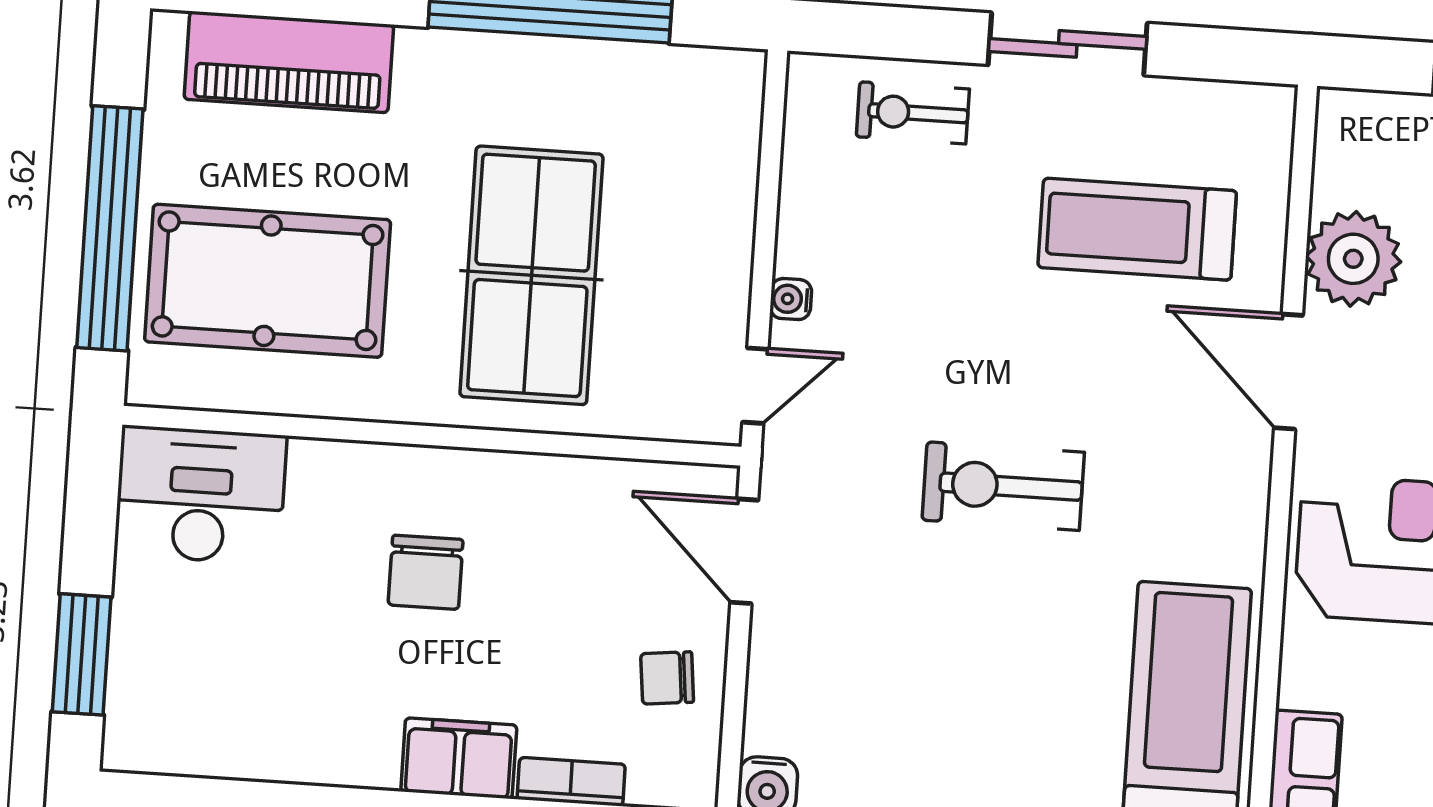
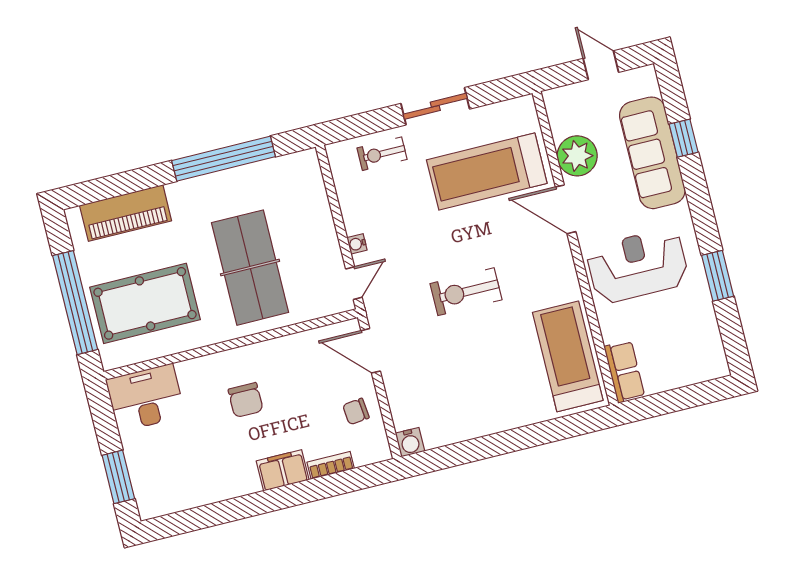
treadmill: (1137, 229) -> (487, 172), width x1.37, depth x1.38

